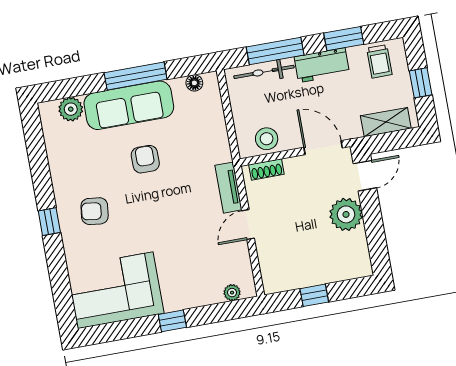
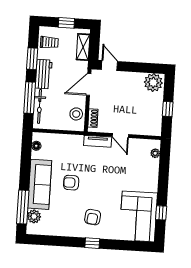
window: (136, 76) -> (23, 207), moved
plant: (346, 214) -> (153, 83), moved
window: (172, 321) -> (161, 213), moved

